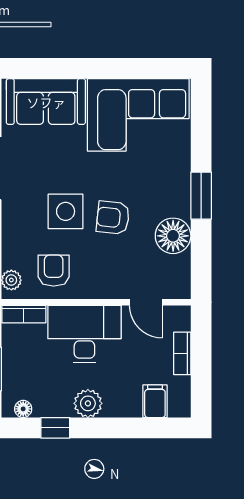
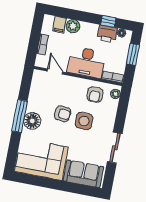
window: (201, 196) -> (20, 116), width x1.44
floor lamp: (173, 236) -> (32, 121), moved
printer: (53, 402) -> (107, 34), added
plant: (88, 403) -> (73, 26), moved

